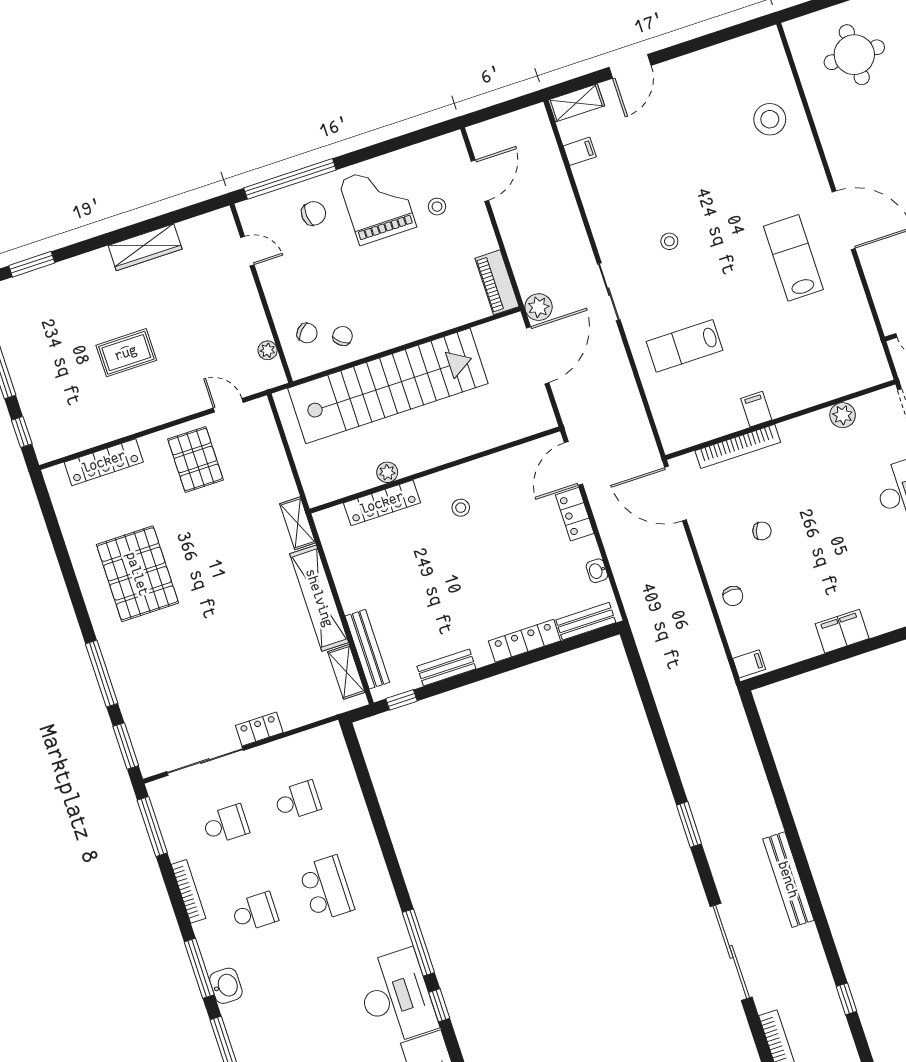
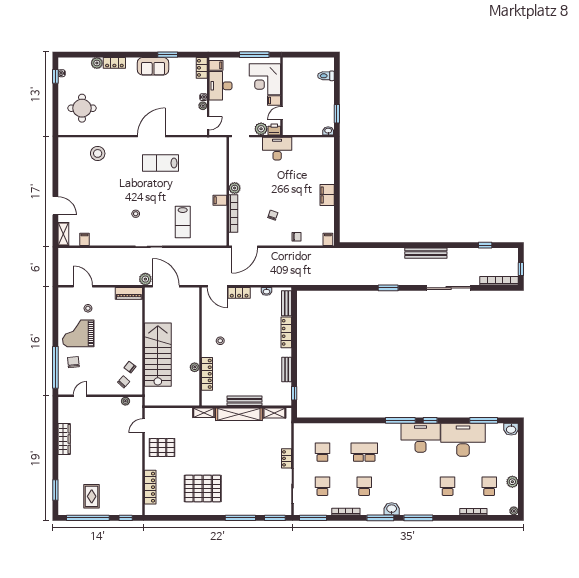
rug: (126, 353) -> (92, 496), moved
stairs: (388, 386) -> (158, 355), width x0.73
plant: (843, 415) -> (235, 188), moved
bench: (367, 649) -> (245, 401), moved

